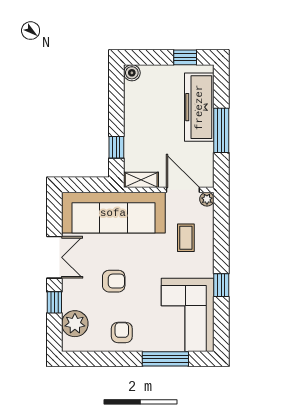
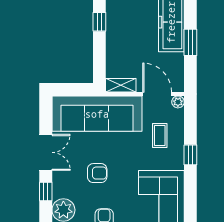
window: (221, 130) -> (190, 42), width x0.69
window: (116, 147) -> (99, 22), moved
window: (221, 285) -> (190, 155), moved

